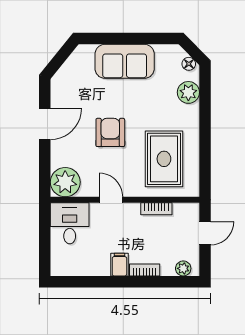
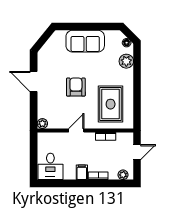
door: (45, 124) -> (34, 82), swing flipped
plant: (65, 182) -> (42, 124), width x0.53, depth x0.53
door: (111, 200) -> (76, 130), hinge flipped
desk: (70, 223) -> (50, 166), moved, turned 180

